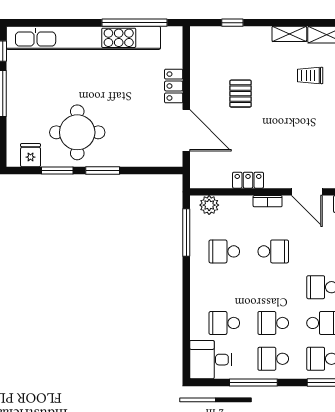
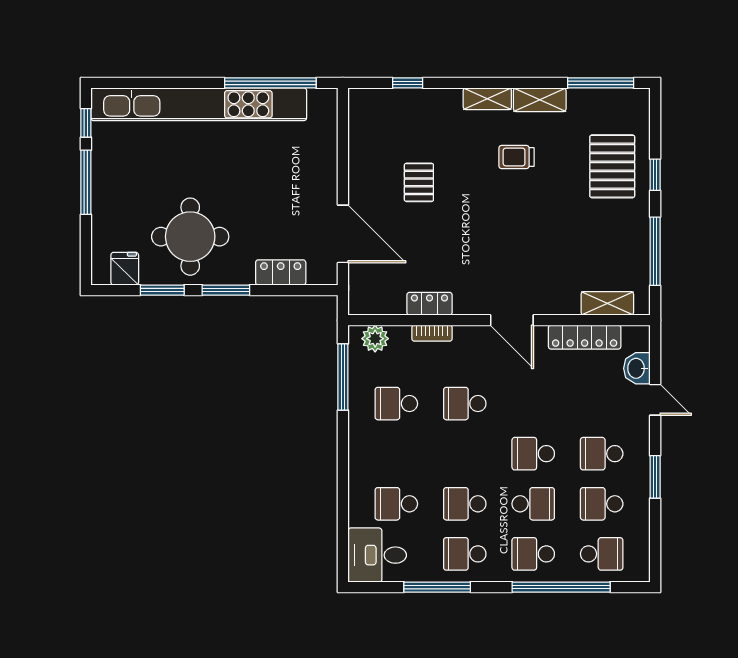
locker: (174, 86) -> (281, 272), moved, turned 90
bookcase: (268, 201) -> (432, 333), moved
school desk: (273, 251) -> (465, 404), turned 180

